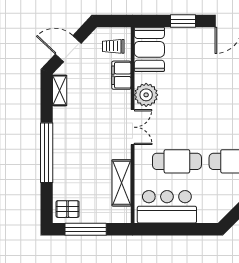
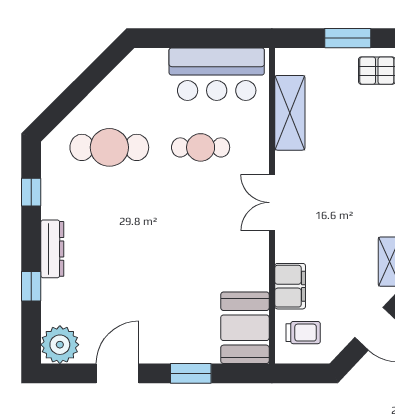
plant: (146, 95) -> (250, 254), removed
cafe table: (177, 161) -> (201, 147), width x0.73, depth x0.74
window: (86, 229) -> (348, 38), width x0.69

